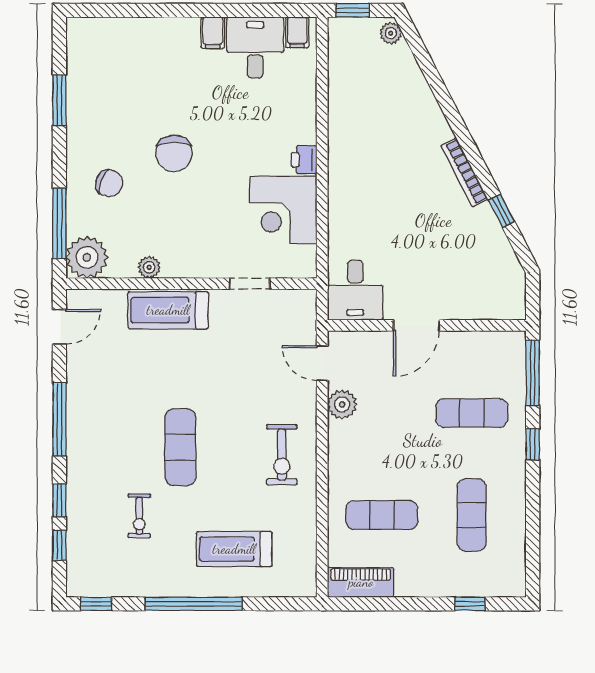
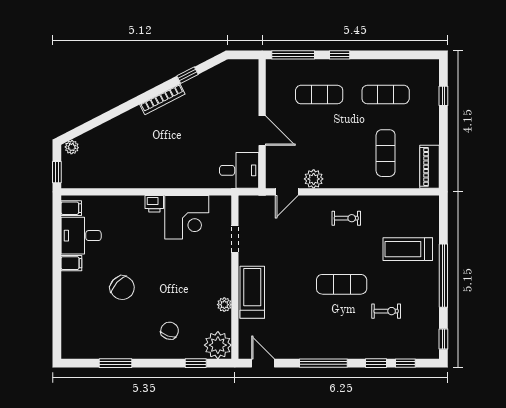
chair: (174, 153) -> (122, 288), moved, turned 43
window: (59, 223) -> (196, 363), width x0.46
treadmill: (168, 310) -> (252, 292), turned 180
exercise mat: (472, 413) -> (319, 95), turned 90
exercise bike: (282, 455) -> (346, 218), width x0.73, depth x0.72
treadmill: (234, 549) -> (408, 249), turned 90

